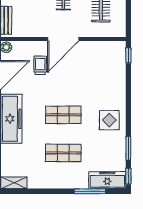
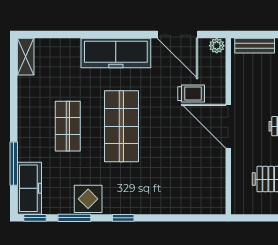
window: (128, 55) -> (123, 218), moved
shop shelf: (63, 115) -> (121, 126), width x1.43, depth x1.36
display table: (109, 120) -> (88, 199), moved

